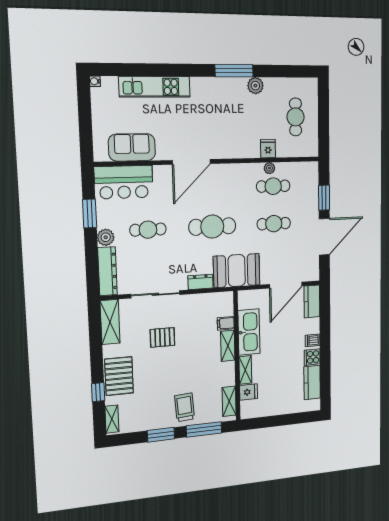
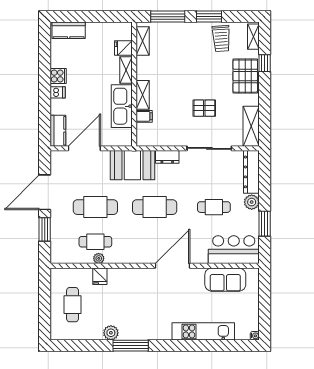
cafe table: (274, 224) -> (95, 207), width x1.37, depth x1.35
kitchen counter: (312, 382) -> (69, 30), moved, turned 90
trolley: (185, 407) -> (221, 39), moved

